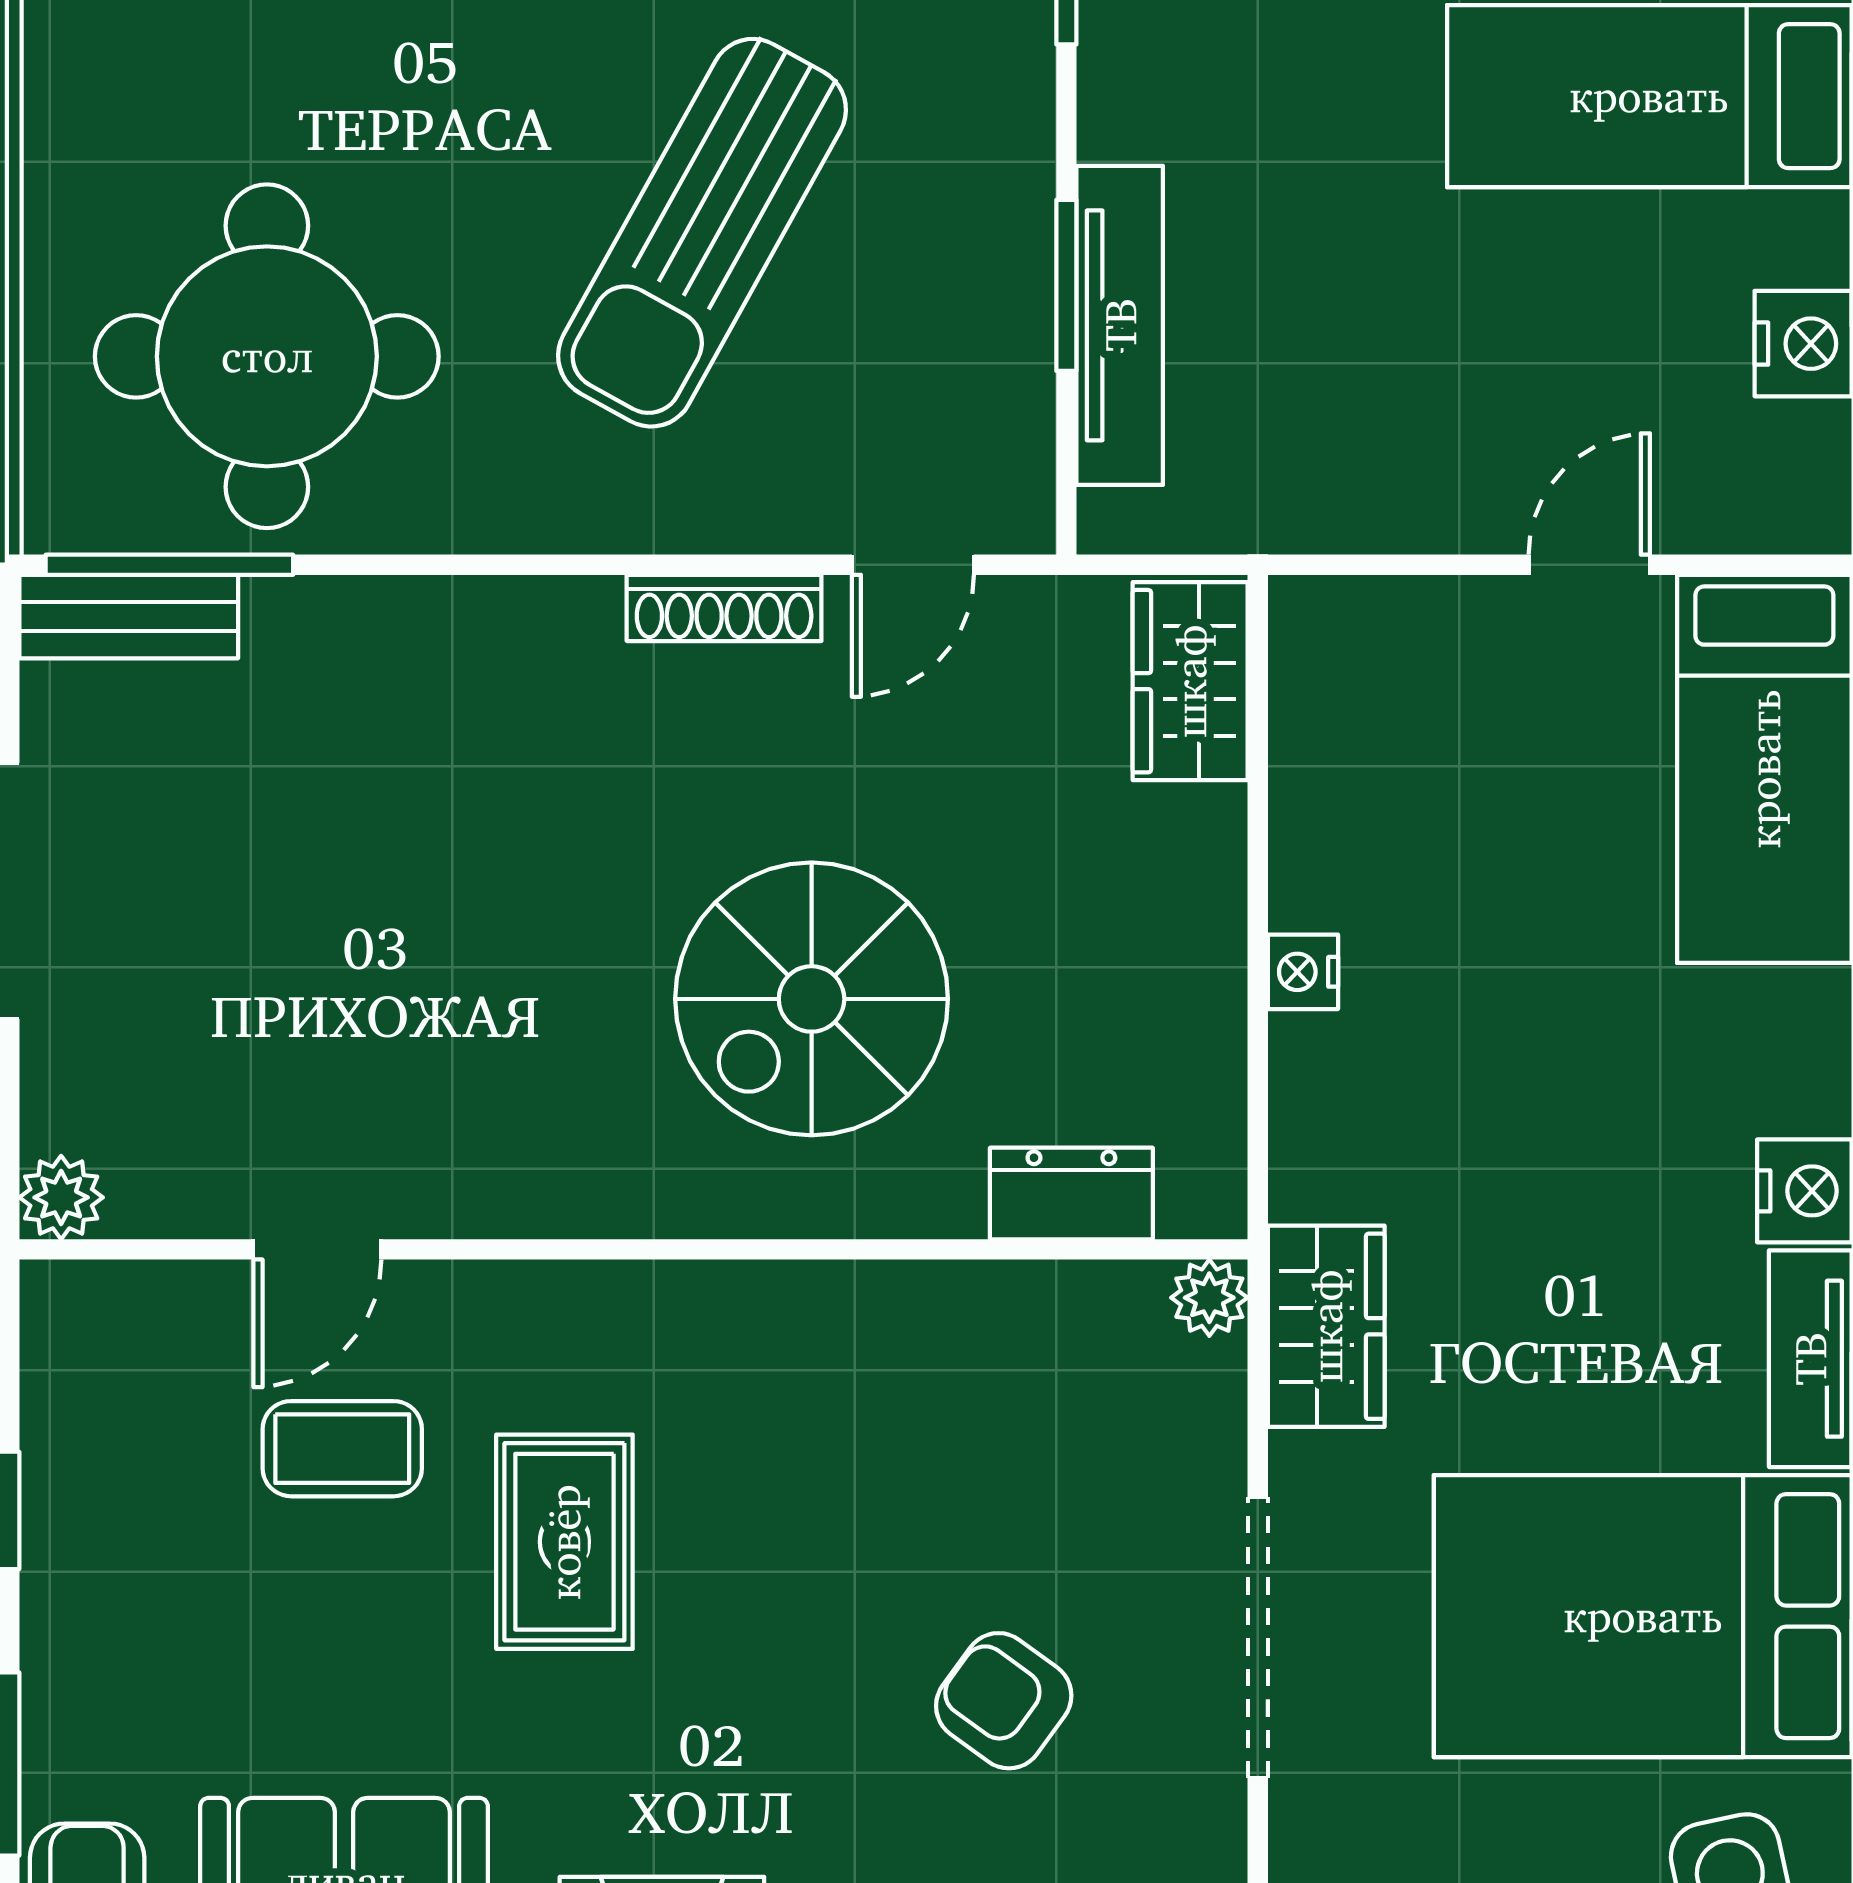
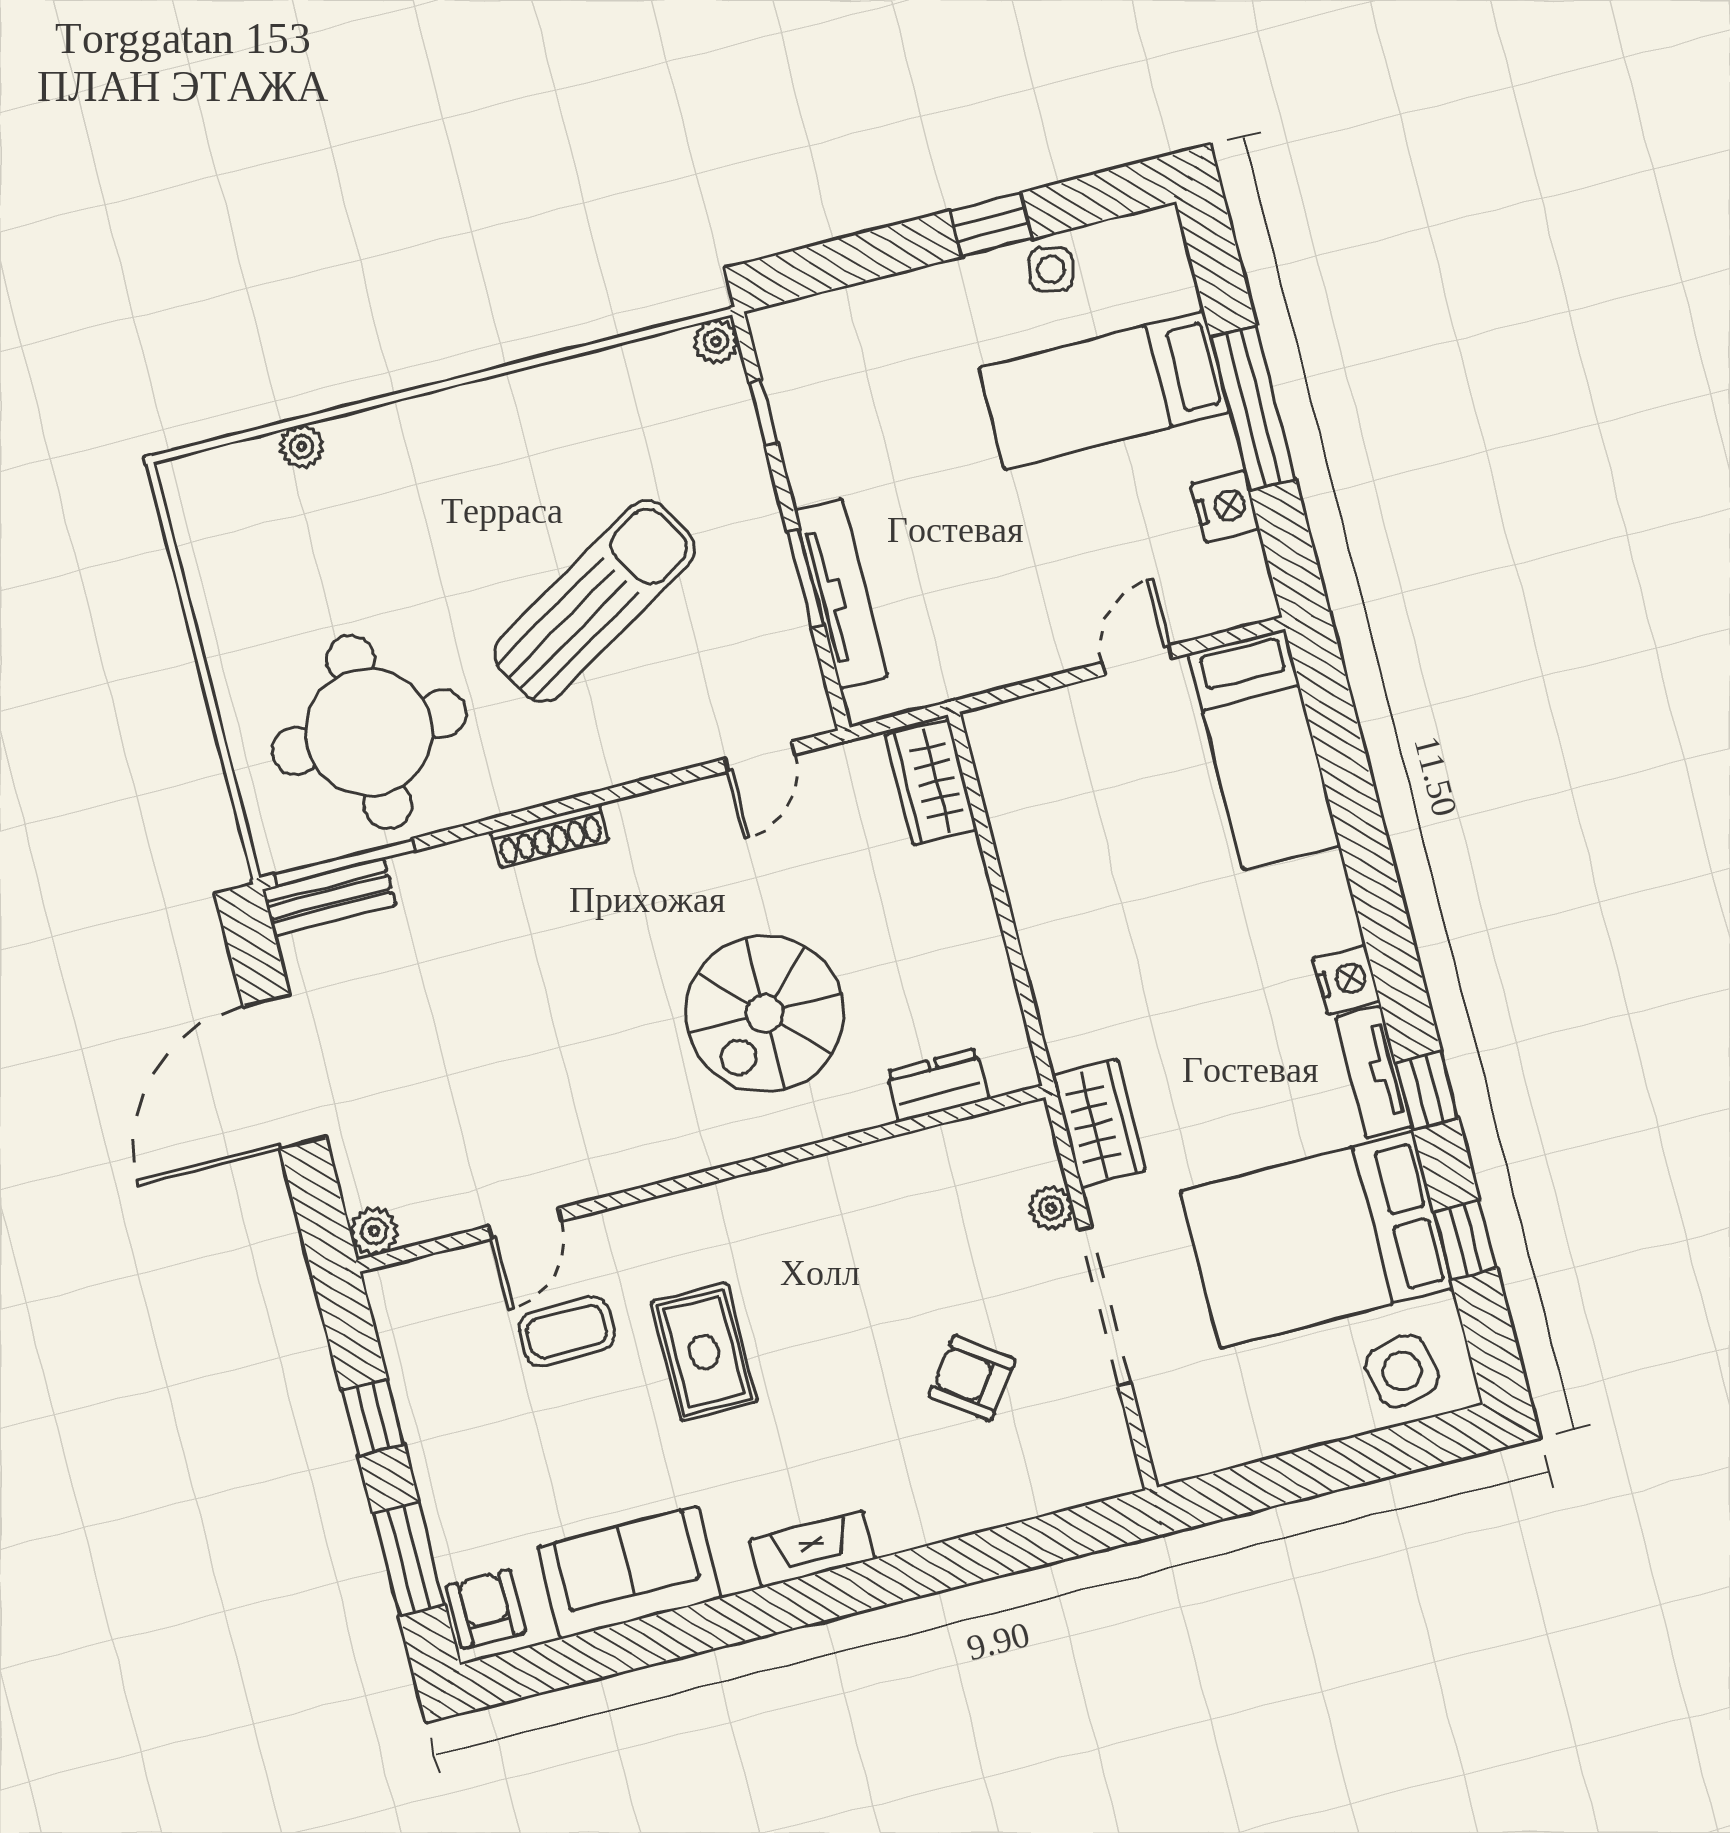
sun lounger: (702, 233) -> (595, 601), turned -150
shoe rack: (724, 608) -> (550, 836), moved
nightstand: (1303, 972) -> (1035, 928), removed
plant: (1209, 1298) -> (1051, 1208), moved

